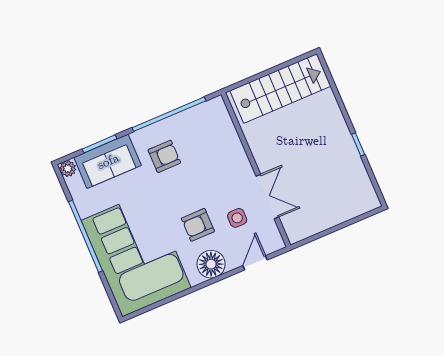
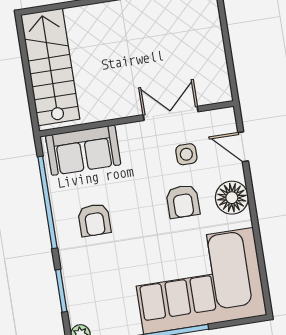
armchair: (164, 156) -> (94, 220), turned 180
sofa: (108, 161) -> (83, 150), moved, turned 90

